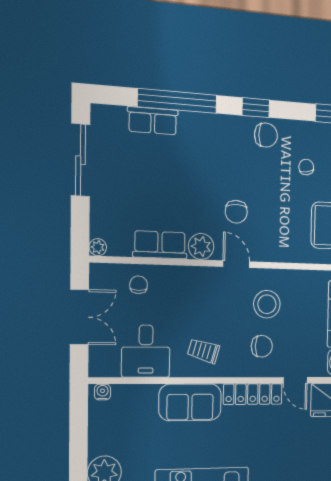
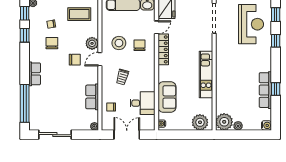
window: (177, 101) -> (25, 103), moved
window: (256, 108) -> (25, 35), moved
row of seats: (153, 121) -> (35, 74), moved
chair: (266, 135) -> (52, 43), moved
plant: (201, 246) -> (92, 43), moved
trolley: (204, 351) -> (122, 77), moved
sofa: (190, 402) -> (167, 97), moved

